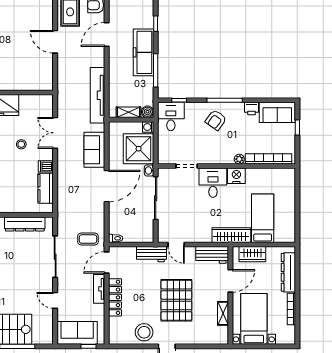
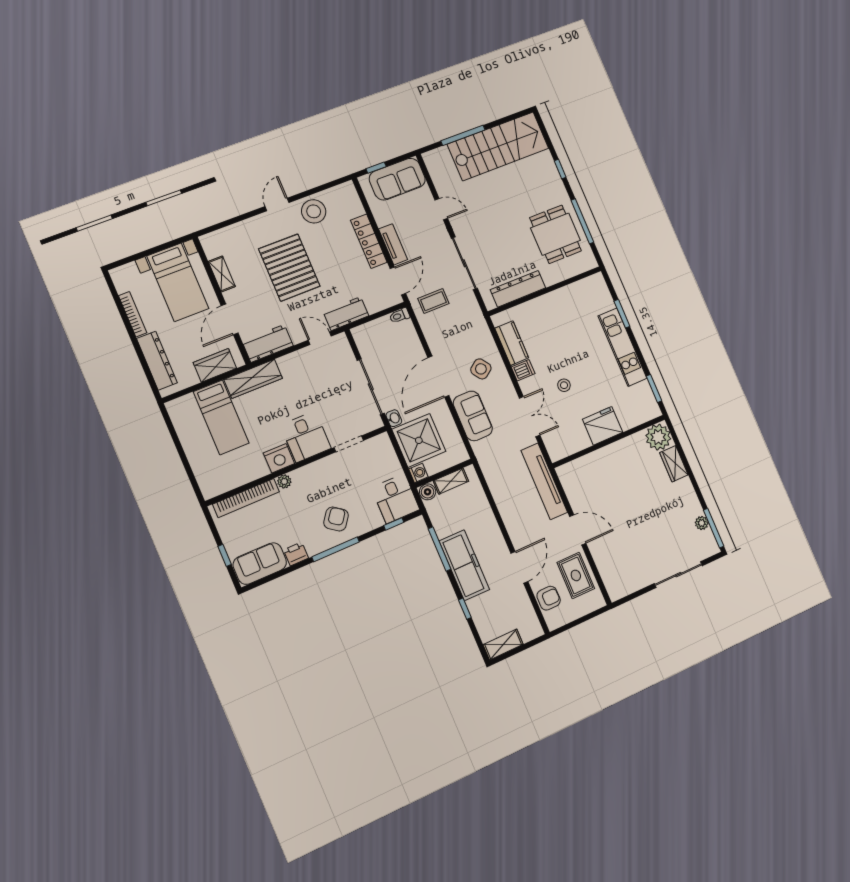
tv unit: (98, 95) -> (544, 481), moved, turned 180
side table: (75, 179) -> (481, 369), added

